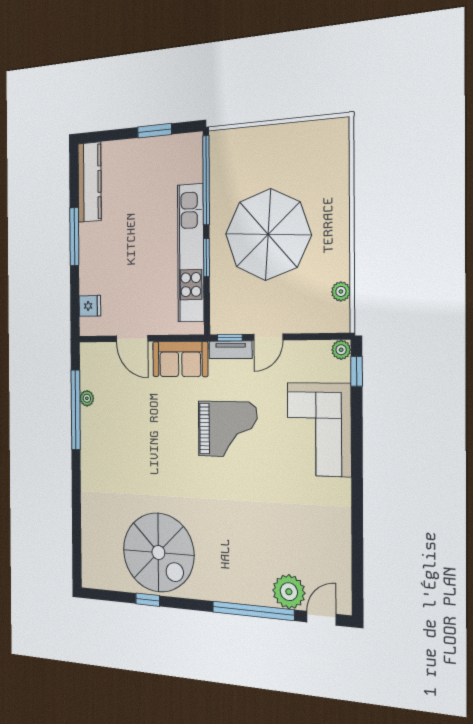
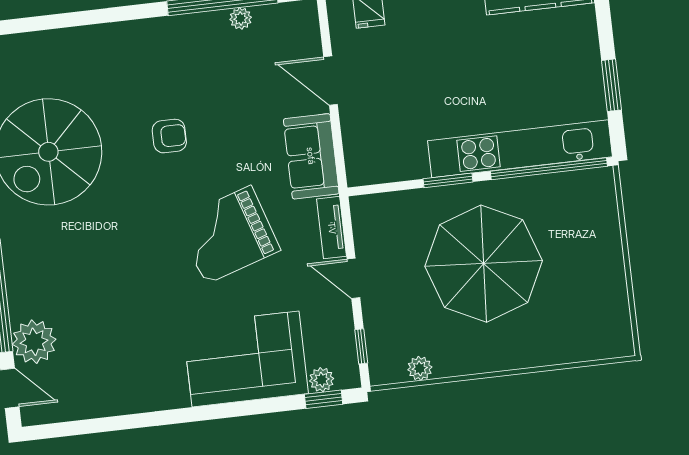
kitchen unit: (191, 253) -> (520, 149), moved
window: (230, 338) -> (361, 346), moved
door: (132, 339) -> (331, 81), hinge flipped
plant: (341, 350) -> (322, 380), moved
grand piano: (228, 429) -> (228, 235), turned 72
armchair: (157, 462) -> (169, 136), added

